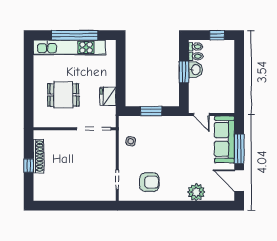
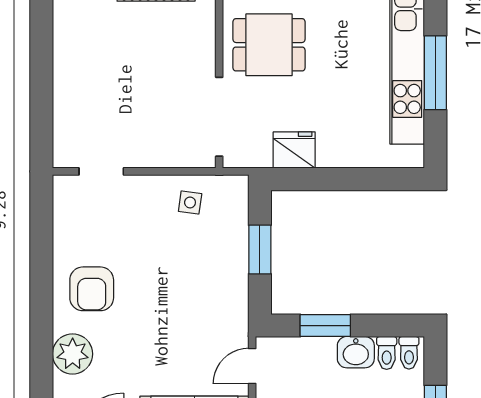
window: (75, 35) -> (435, 73), width x0.68
window: (184, 72) -> (325, 326), moved
dining table: (63, 95) -> (269, 45), moved, turned 90
armchair: (149, 182) -> (92, 289), moved

